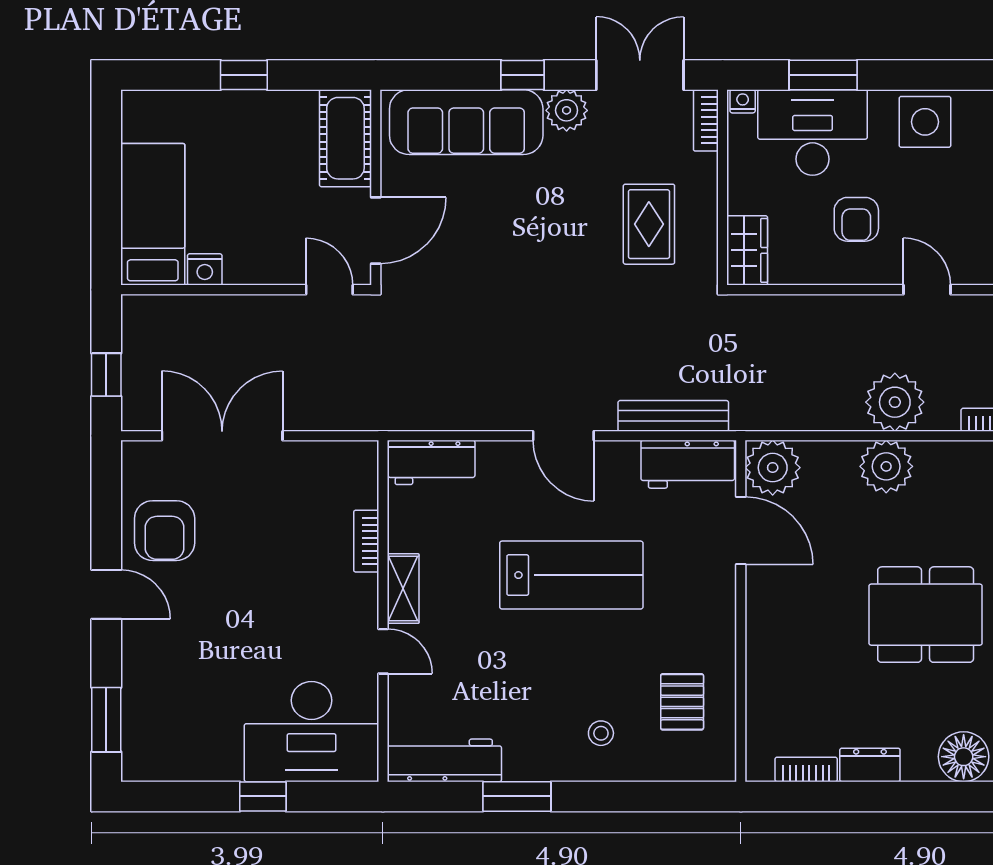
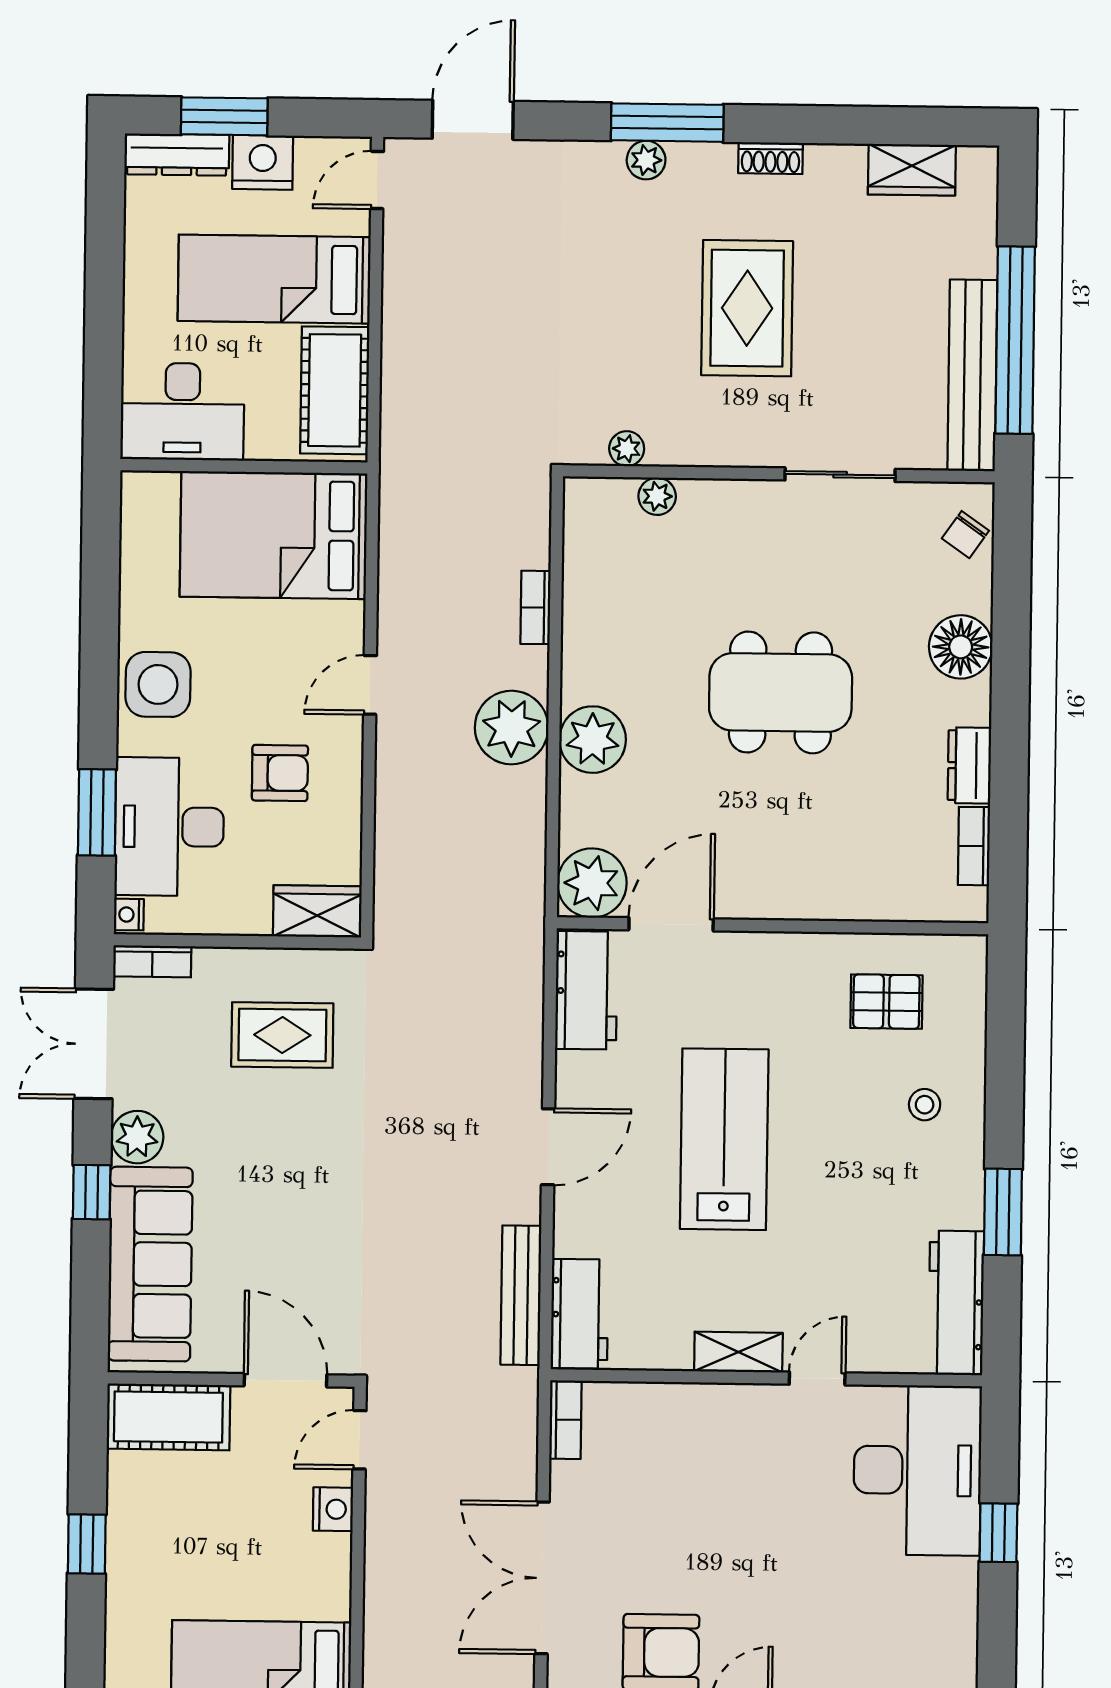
nightstand: (205, 269) -> (333, 1509), moved
bench: (673, 416) -> (521, 1295), moved
bookcase: (366, 541) -> (565, 1420), moved, turned -90
dining table: (926, 615) -> (781, 692), turned 90

